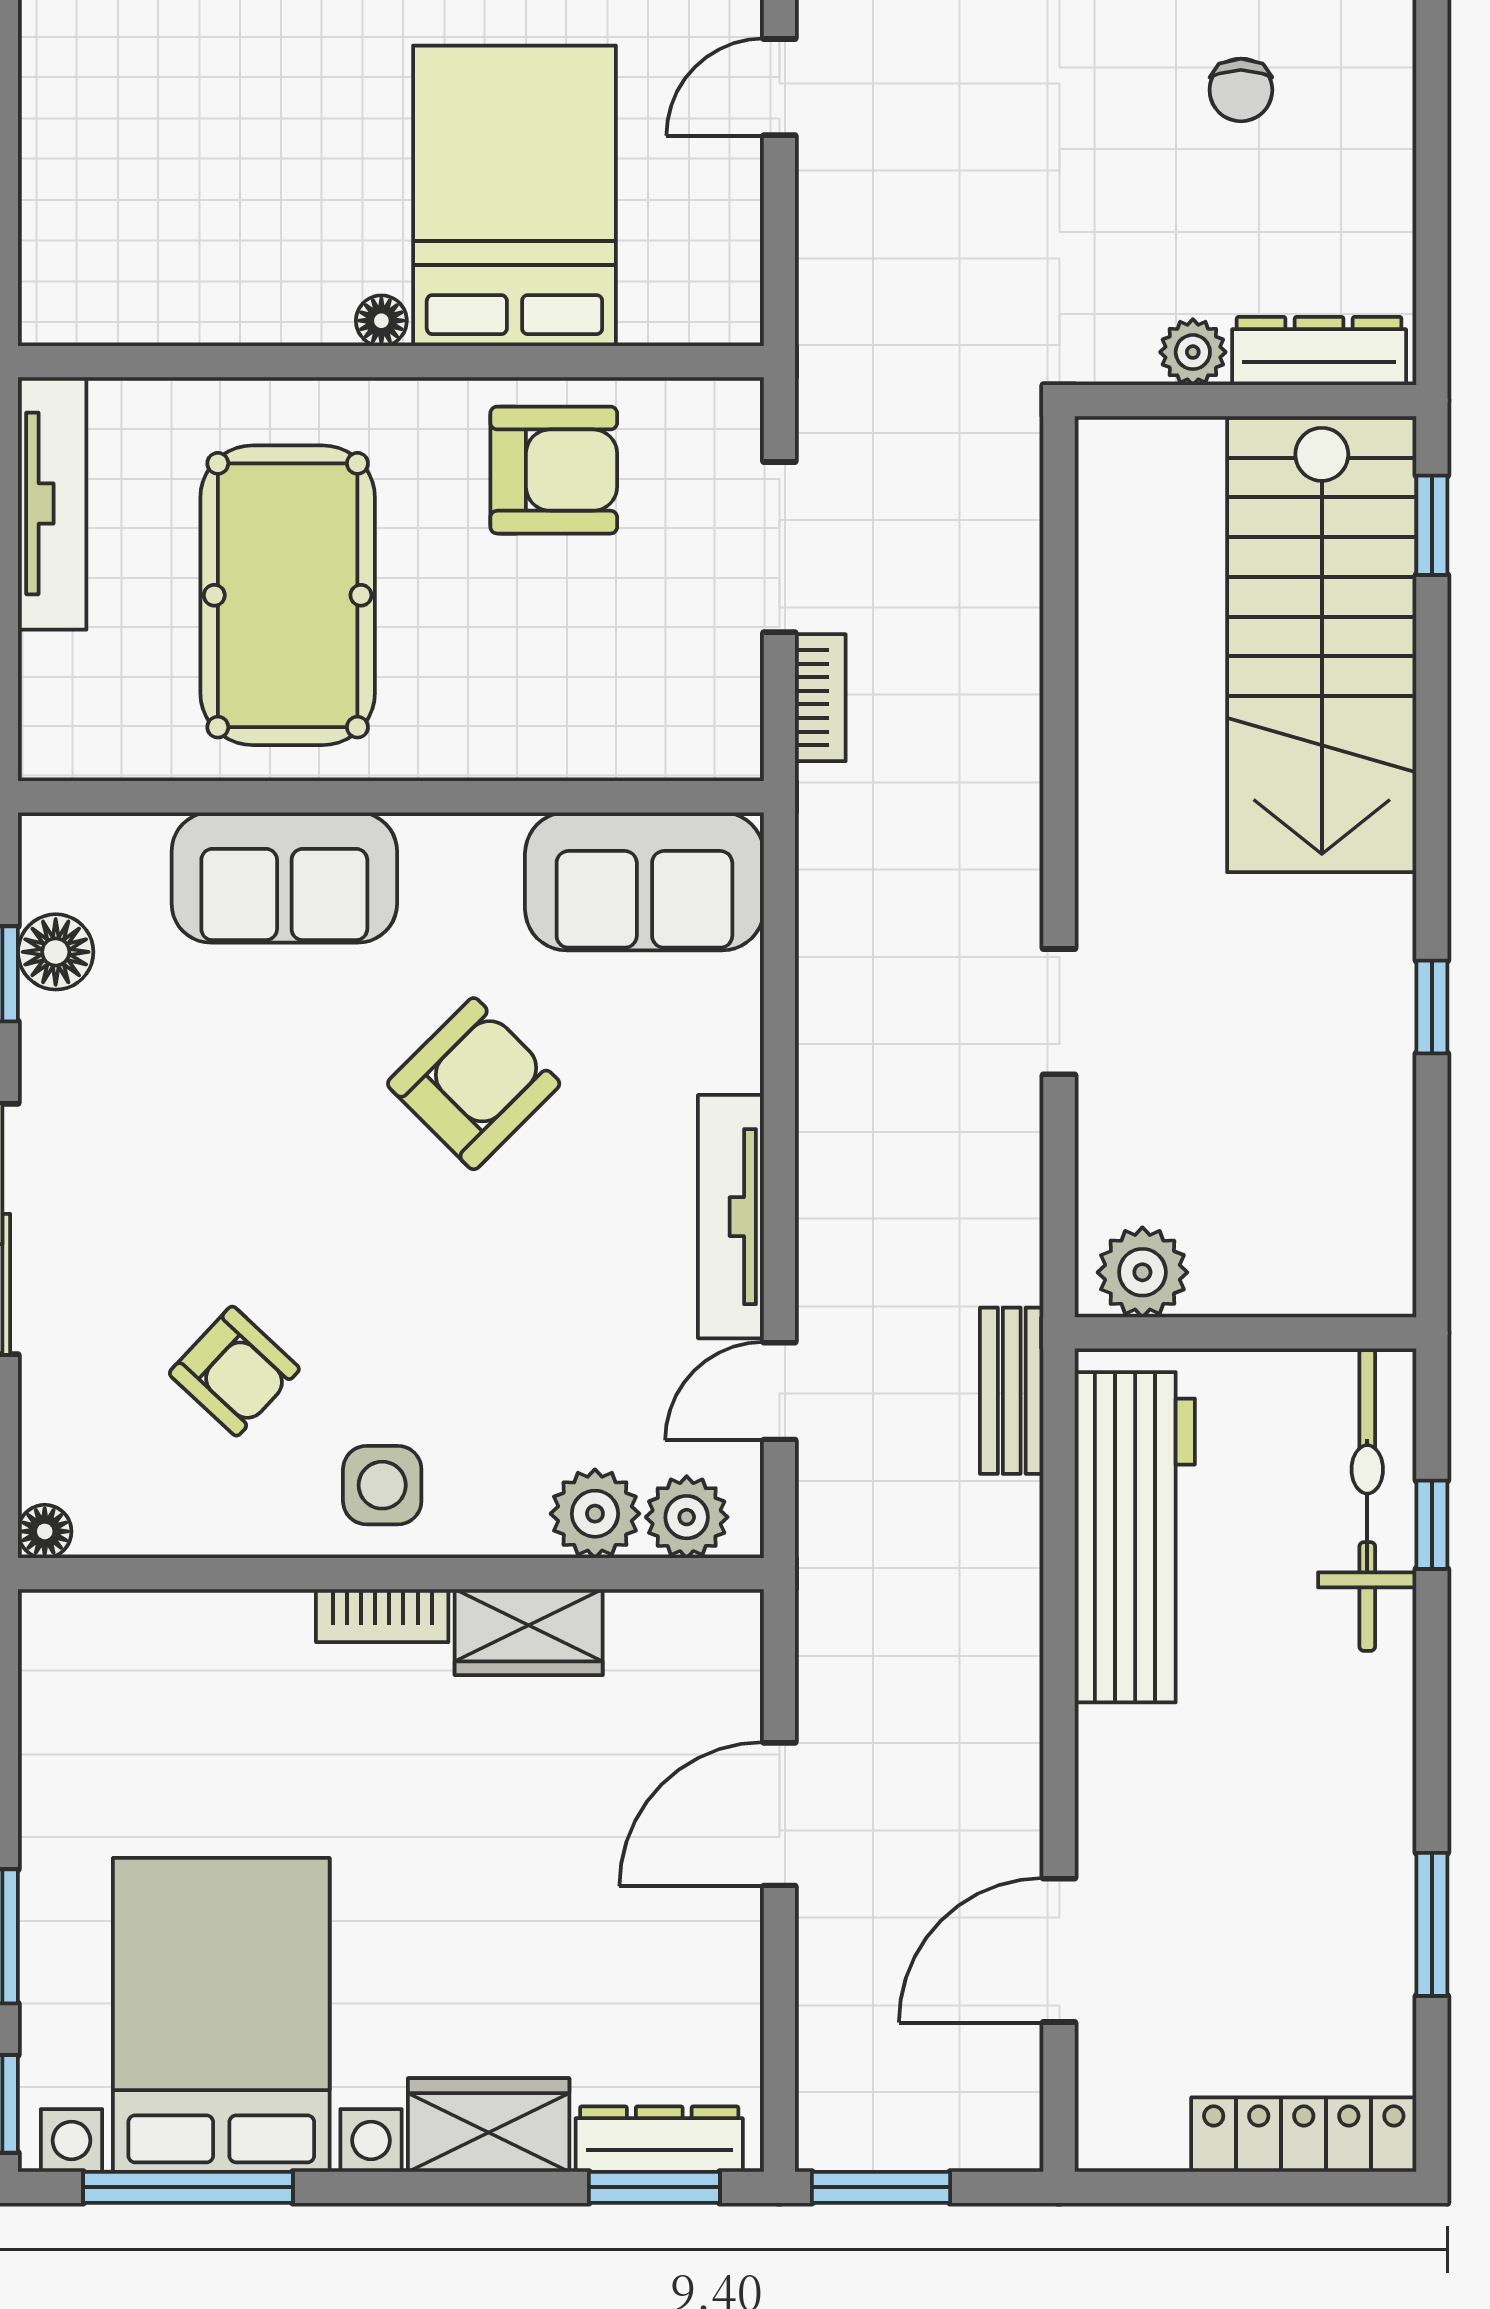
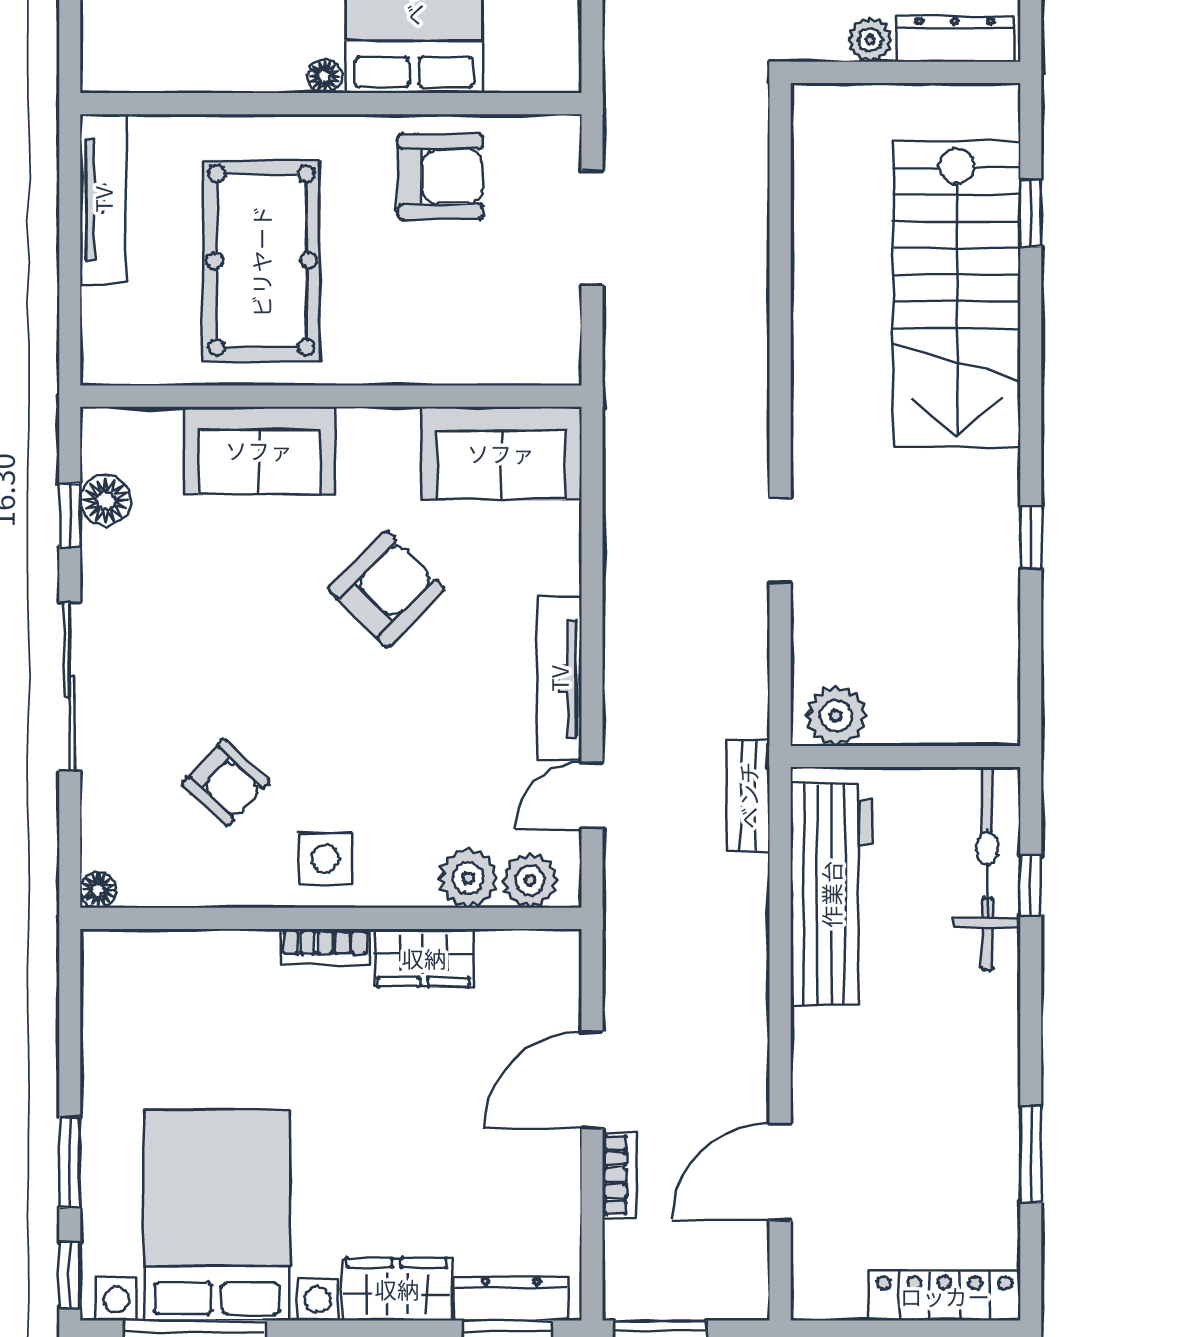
dresser: (1319, 351) -> (955, 39), moved
plant: (1193, 352) -> (870, 40), moved
wall: (1245, 401) -> (905, 72), moved
bookcase: (820, 698) -> (620, 1175), moved

